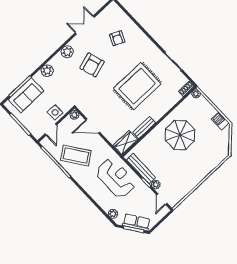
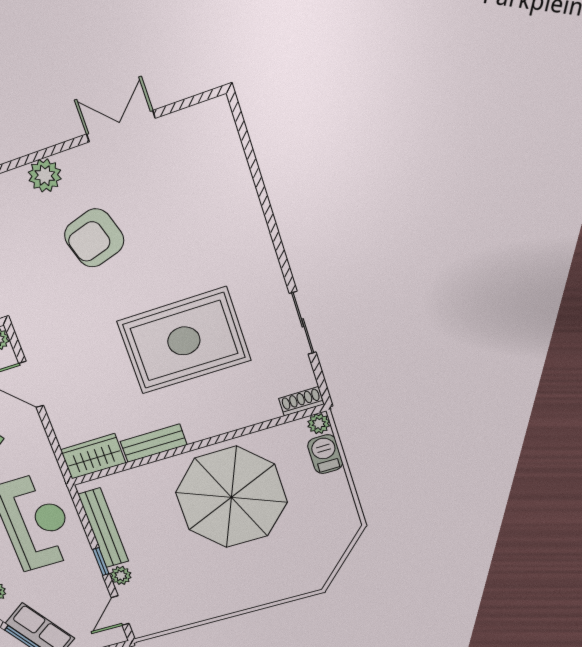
armchair: (117, 38) -> (190, 200), removed
barbecue: (220, 121) -> (325, 454), moved
parasol: (180, 135) -> (231, 497), width x1.36, depth x1.36

